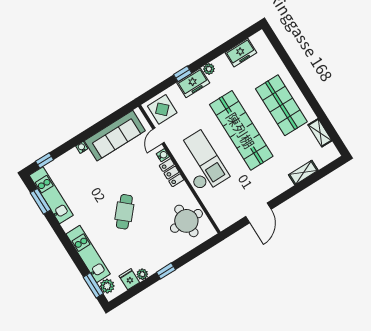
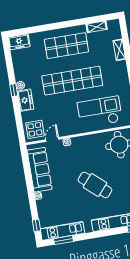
freezer: (241, 53) -> (19, 42), moved, turned 90
window: (183, 74) -> (14, 90), moved
door: (158, 136) -> (52, 140), swing flipped
checkout: (201, 162) -> (100, 112), moved
locker: (172, 173) -> (81, 141), removed
cafe table: (124, 212) -> (95, 185), width x1.37, depth x1.35

